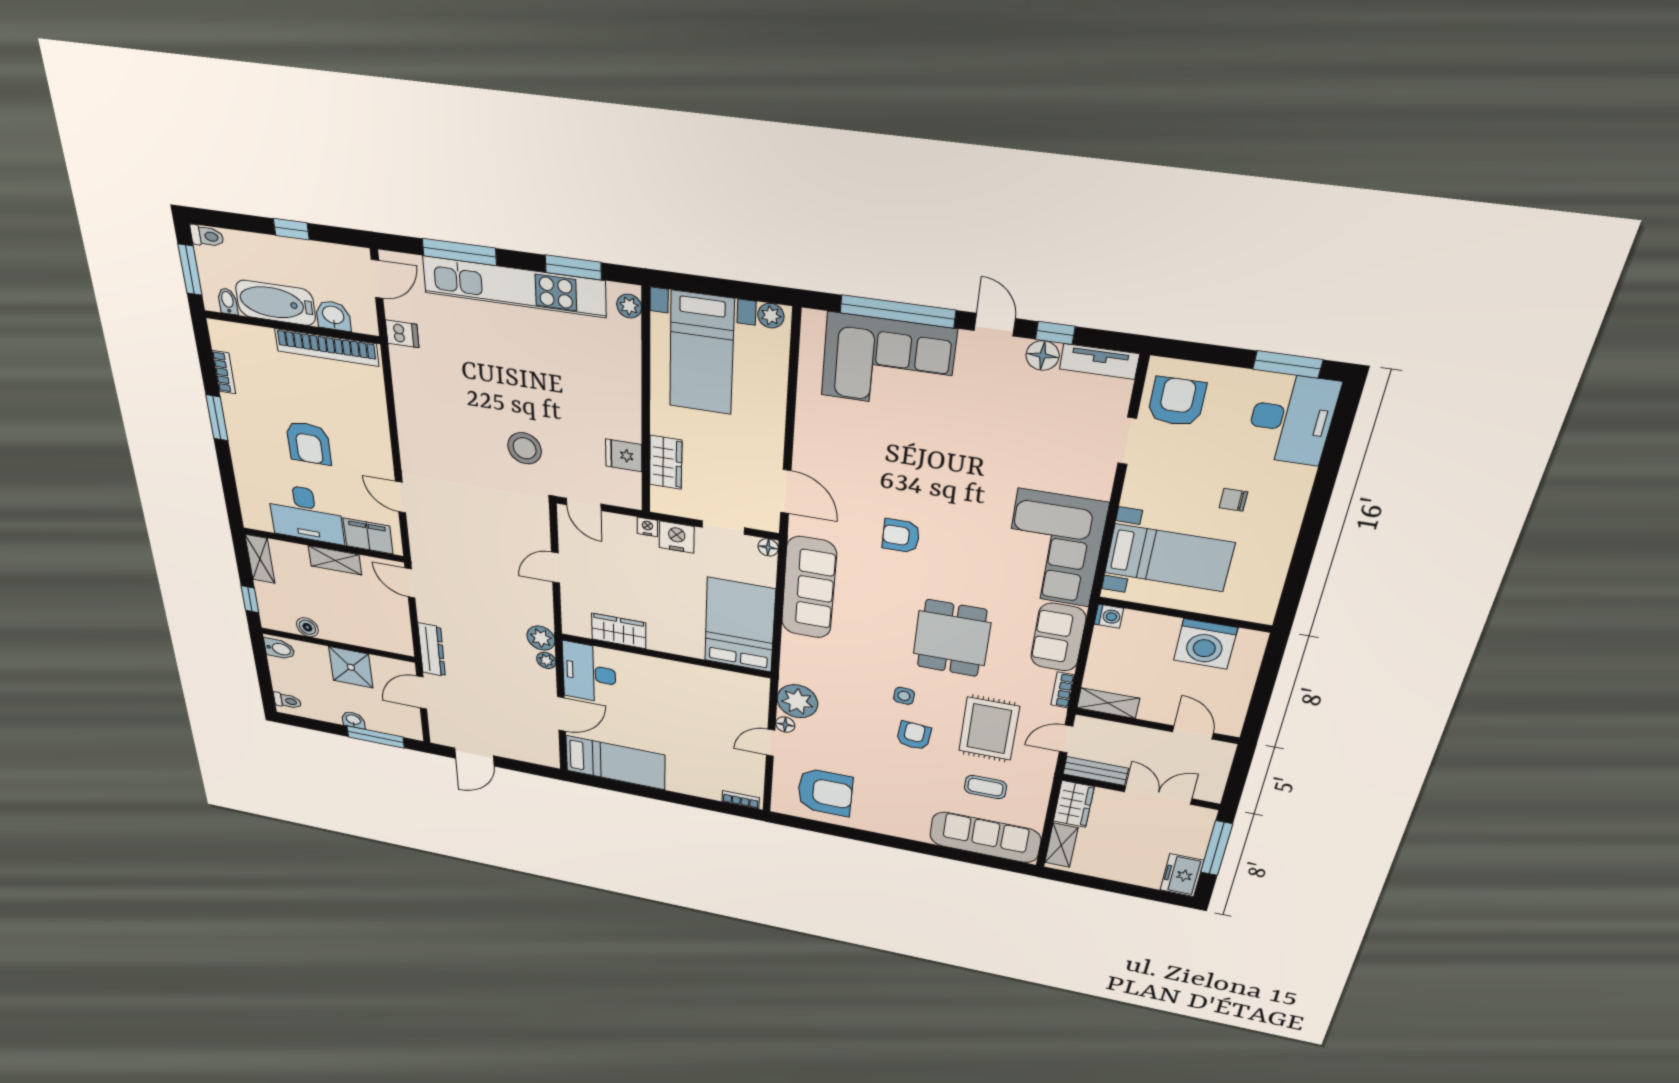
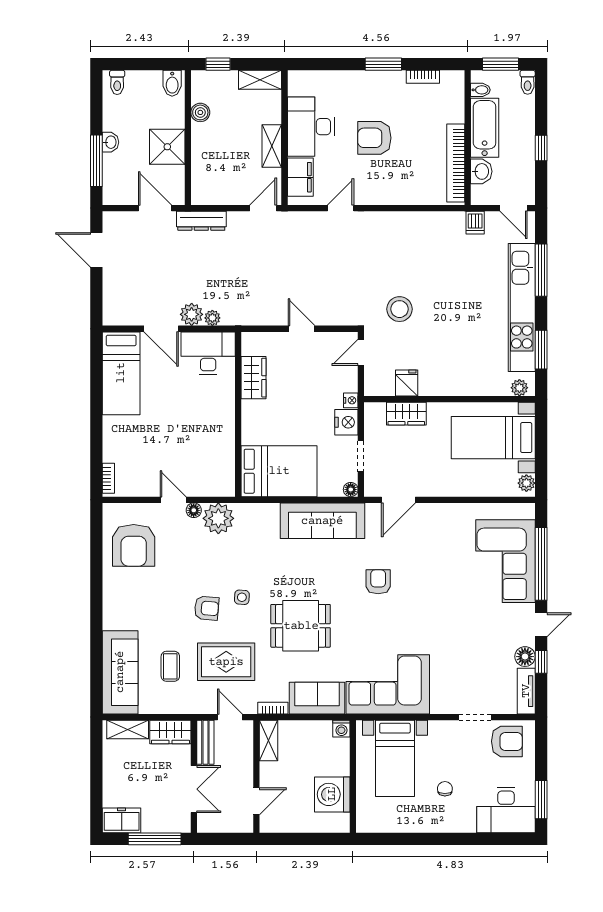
plant: (541, 638) -> (192, 314), moved

